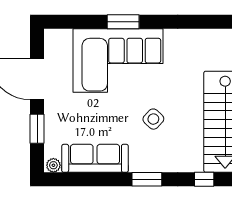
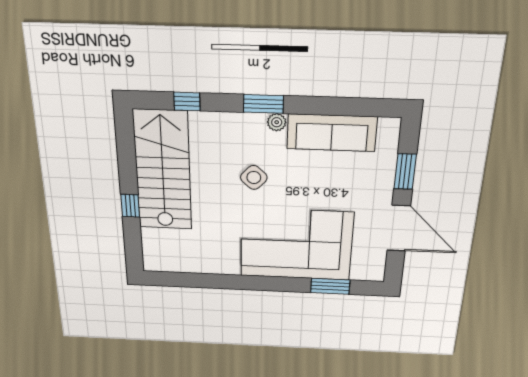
window: (123, 22) -> (330, 286), moved
plant: (53, 165) -> (277, 122), moved

